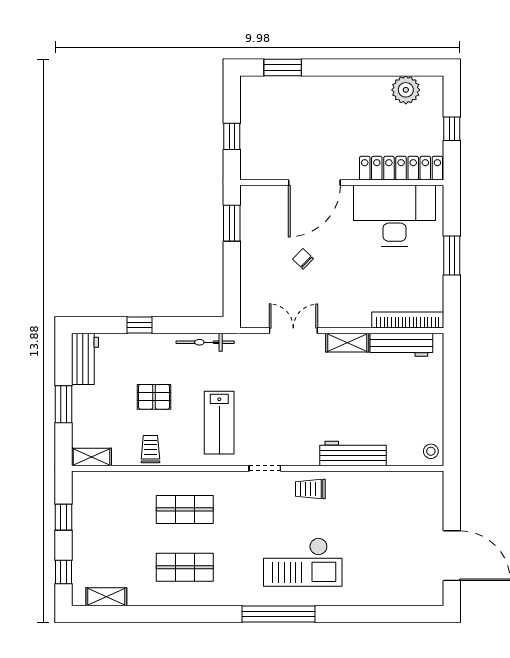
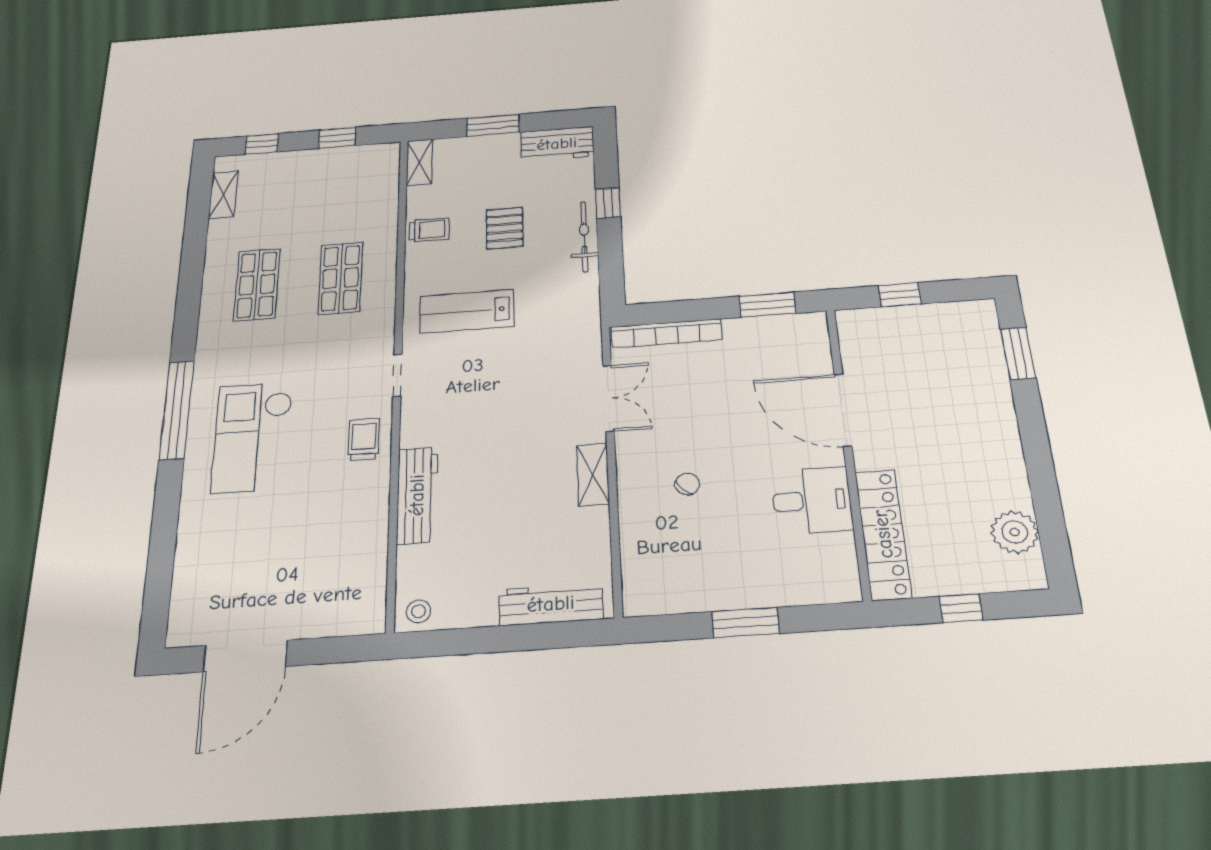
desk: (395, 216) -> (812, 500), width x0.53, depth x0.77
chair: (303, 259) -> (687, 484), moved
bookcase: (408, 320) -> (666, 333), moved, turned 90
bicycle: (205, 342) -> (584, 237), moved
workbench: (401, 345) -> (551, 604), moved, turned 90

